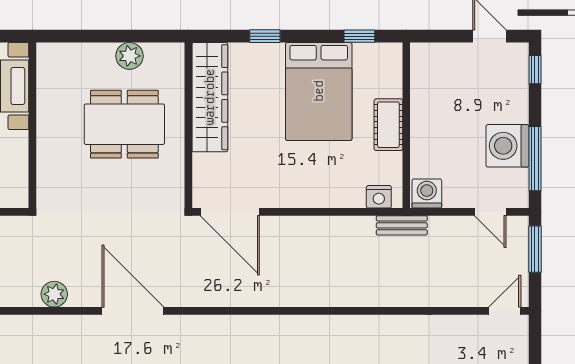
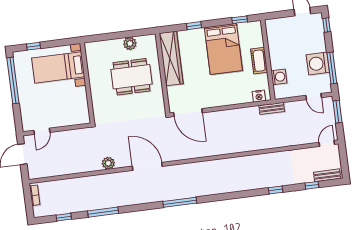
washing machine: (427, 193) -> (279, 77), moved, turned 90

